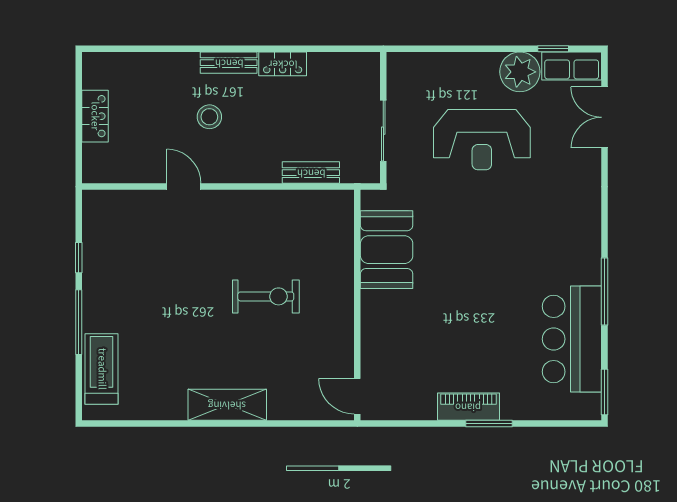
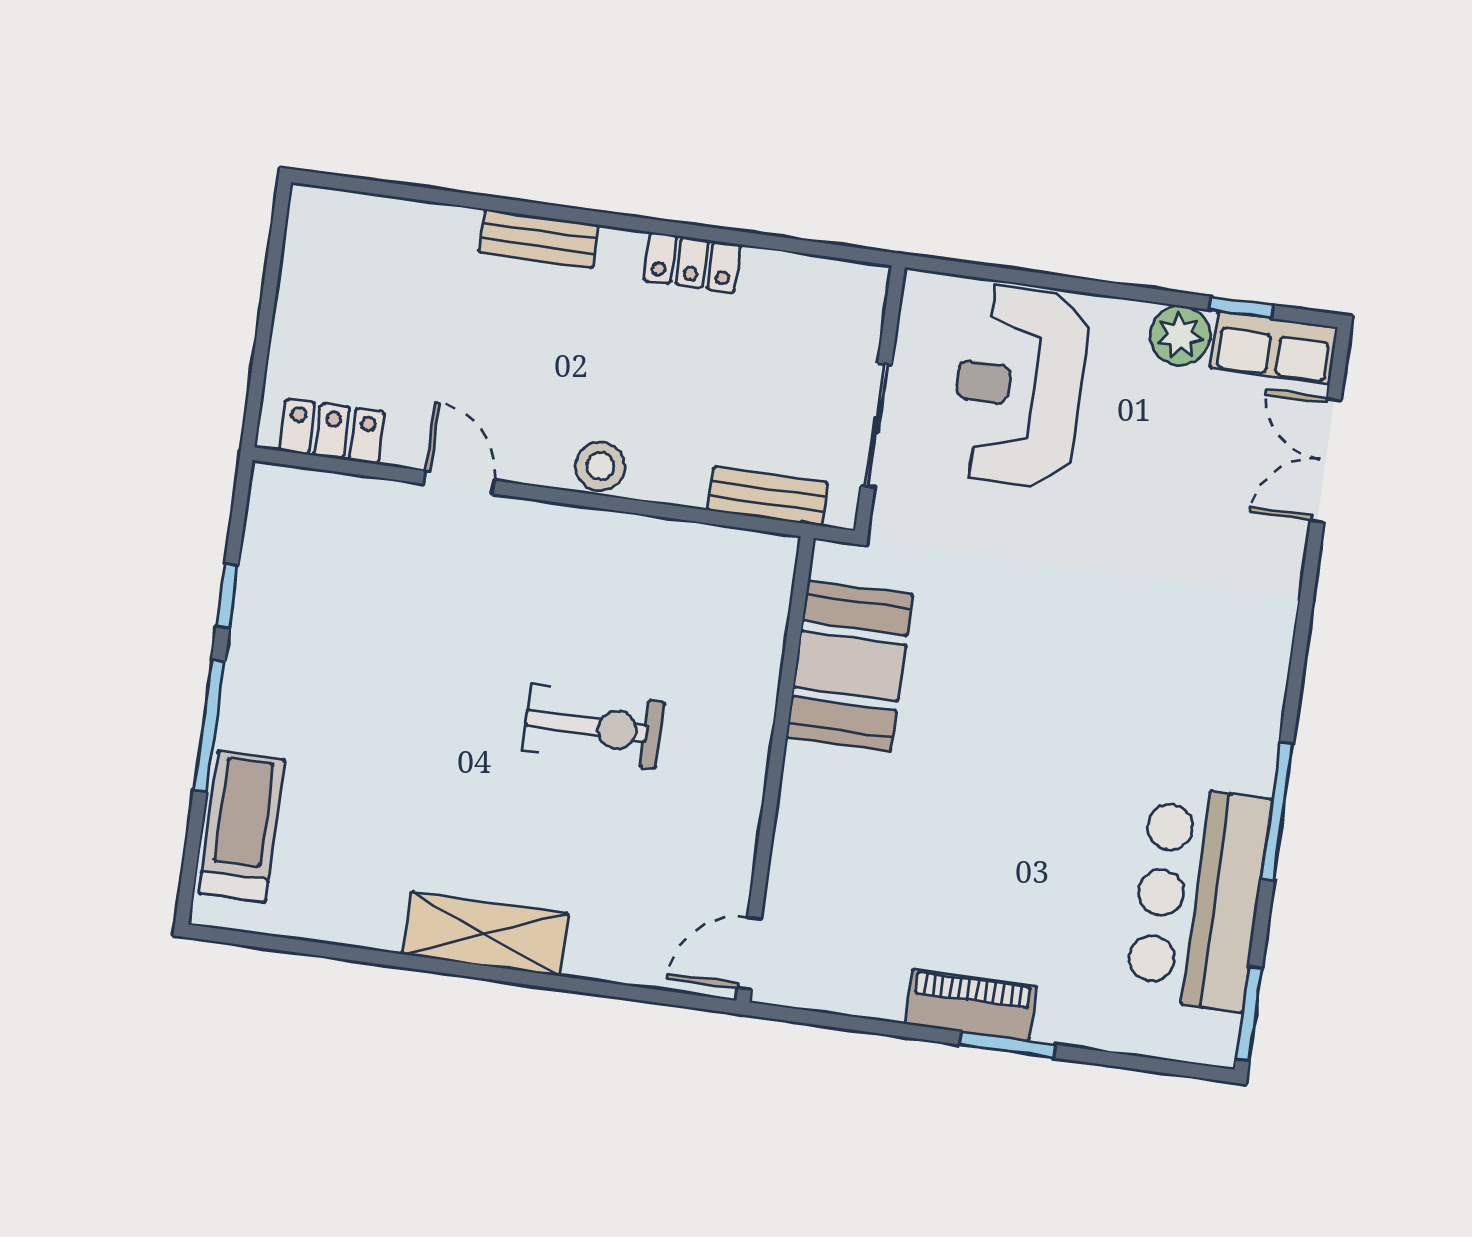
bench: (229, 63) -> (539, 239), moved
plant: (520, 72) -> (1180, 336), width x0.73, depth x0.73
locker: (95, 116) -> (332, 431), moved, turned -90
stool: (209, 117) -> (600, 466), moved
reception desk: (482, 140) -> (1019, 387), moved, turned 90
bench: (311, 173) -> (768, 496), moved
door: (357, 396) -> (749, 953), hinge flipped

